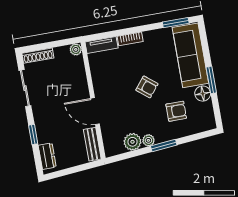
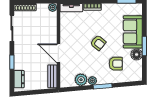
sofa: (190, 55) -> (133, 32), width x0.73

